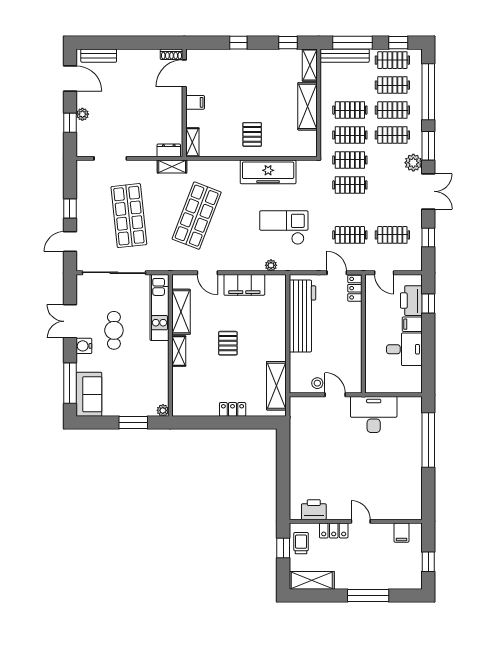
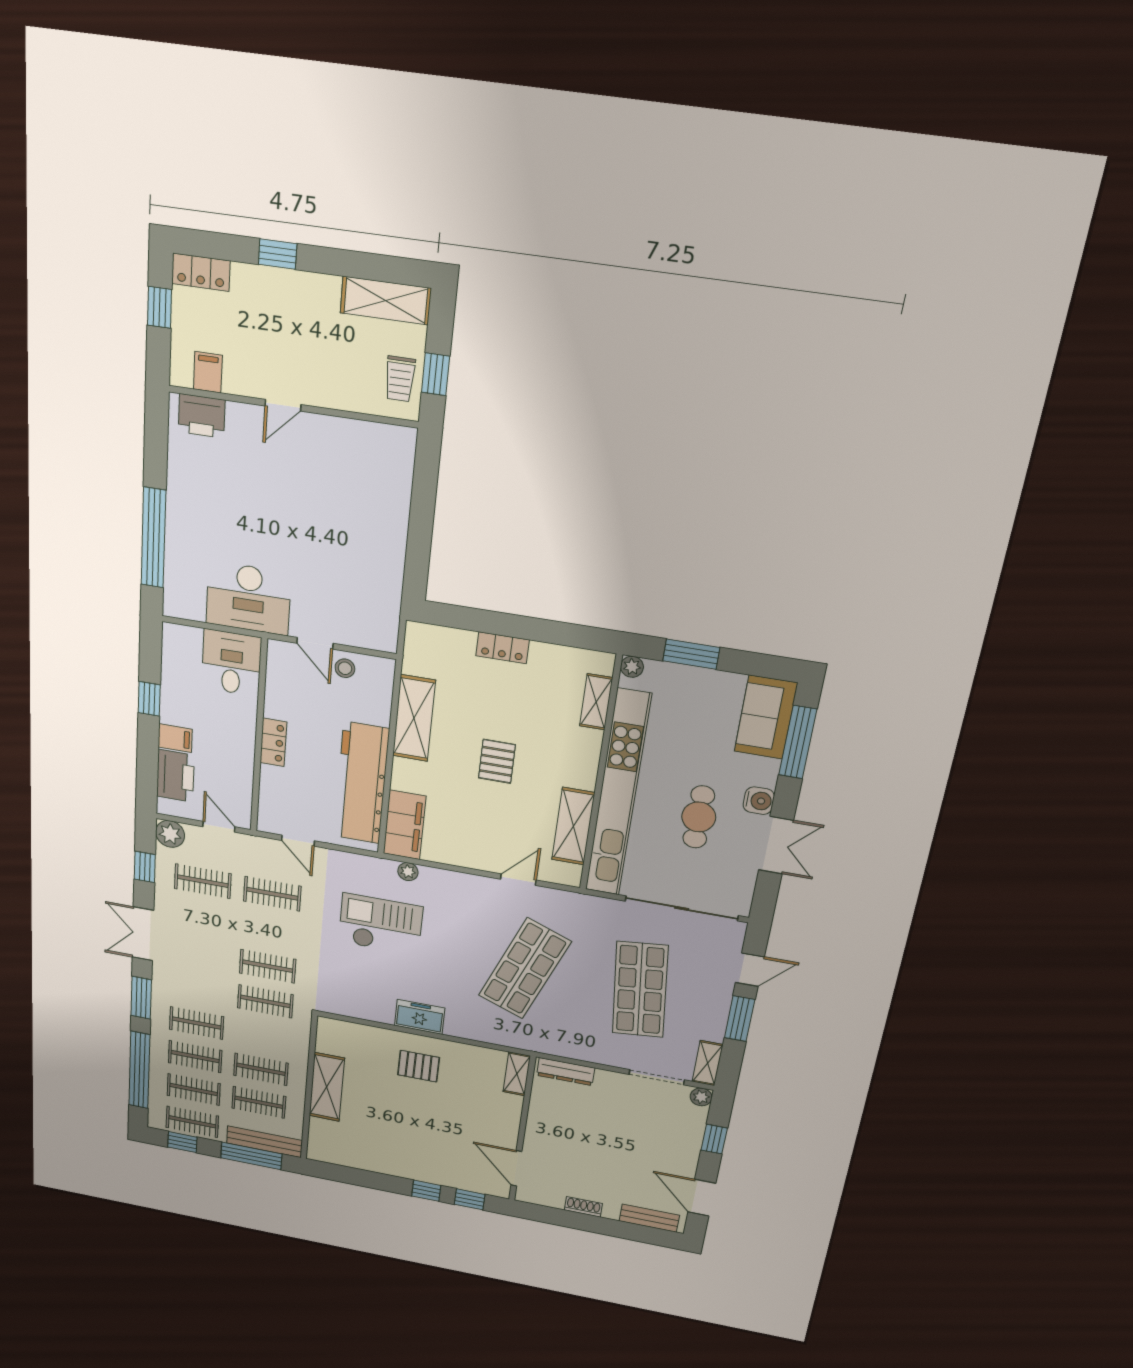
window: (288, 43) -> (470, 1199), moved
shoe rack: (172, 54) -> (583, 1207), moved
shelving: (310, 65) -> (319, 1140), removed
door: (184, 73) -> (516, 1168), swing flipped
filing cabinet: (195, 102) -> (505, 1127), removed
plant: (82, 114) -> (701, 1097), moved
pallet: (252, 134) -> (419, 1066), turned 90
clothes rail: (350, 135) -> (259, 1102), moved
dresser: (169, 150) -> (566, 1072), width x1.44
plant: (413, 163) -> (170, 834), moved
shelving: (172, 167) -> (708, 1063), moved, turned 90
freezer: (268, 172) -> (420, 1017), width x0.52, depth x0.79
window: (70, 208) -> (740, 1019), width x1.50
checkout: (284, 228) -> (381, 924), turned 180
door: (207, 273) -> (518, 880), hinge flipped
filing cabinet: (244, 285) -> (405, 825), moved, turned 90
locker: (355, 288) -> (273, 742), moved
window: (428, 303) -> (149, 699), moved
kitchen unit: (159, 307) -> (618, 794), width x1.86
desk: (404, 349) -> (231, 663), moved, turned 90
shelving: (179, 351) -> (596, 702), moved
shelving: (276, 386) -> (414, 718), moved
printer: (314, 510) -> (202, 416), moved
door: (361, 521) -> (283, 405), hinge flipped
locker: (334, 530) -> (201, 272), moved, turned 180
window: (368, 596) -> (278, 254), width x0.46

